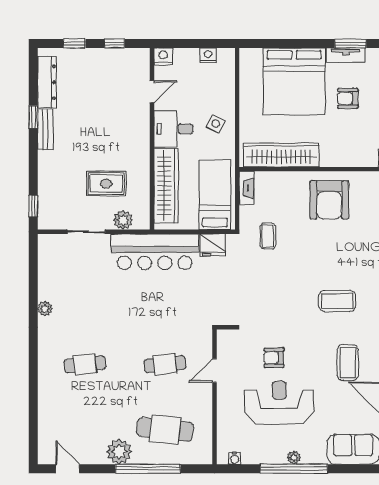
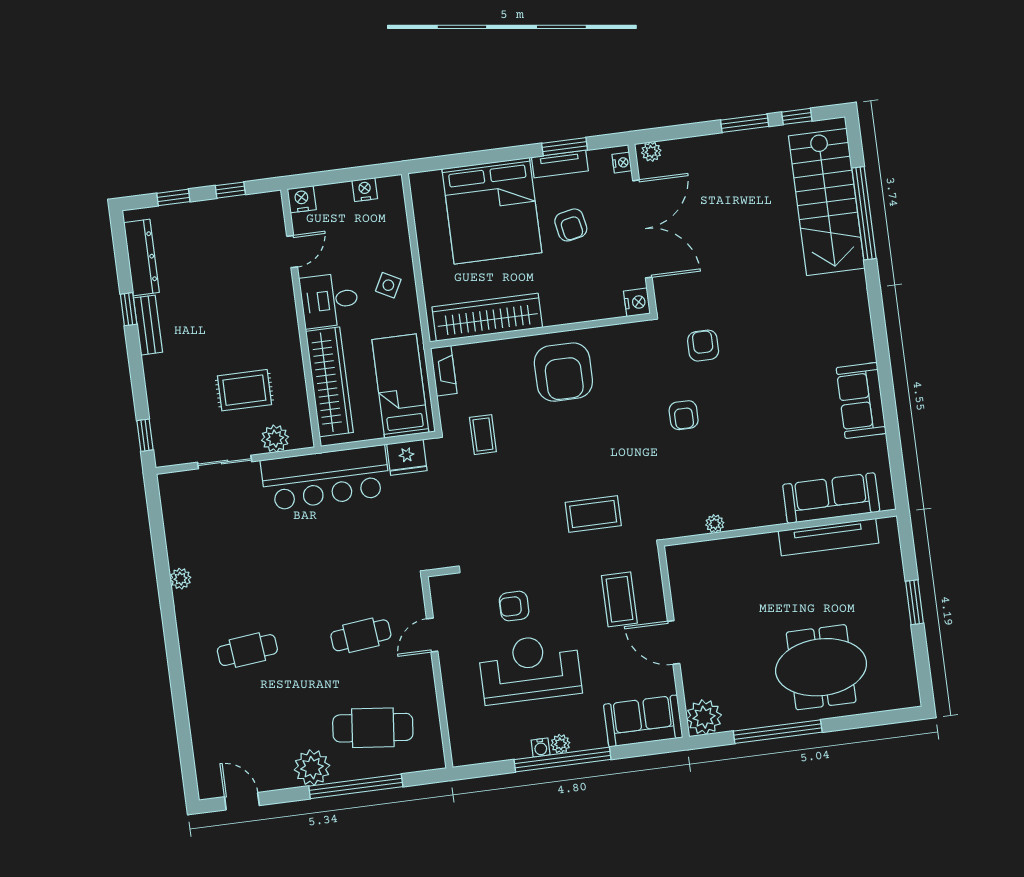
armchair: (348, 98) -> (571, 225), turned -101
water cooler: (234, 458) -> (541, 747), moved

